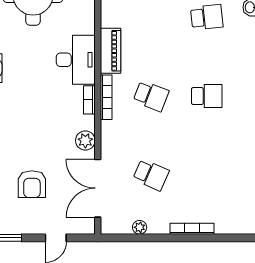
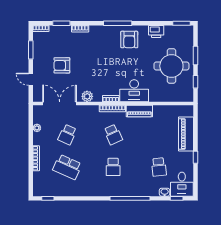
school desk: (151, 96) -> (113, 135), turned -45
school desk: (207, 175) -> (67, 167), added

